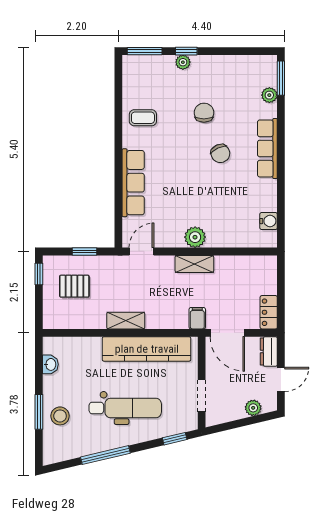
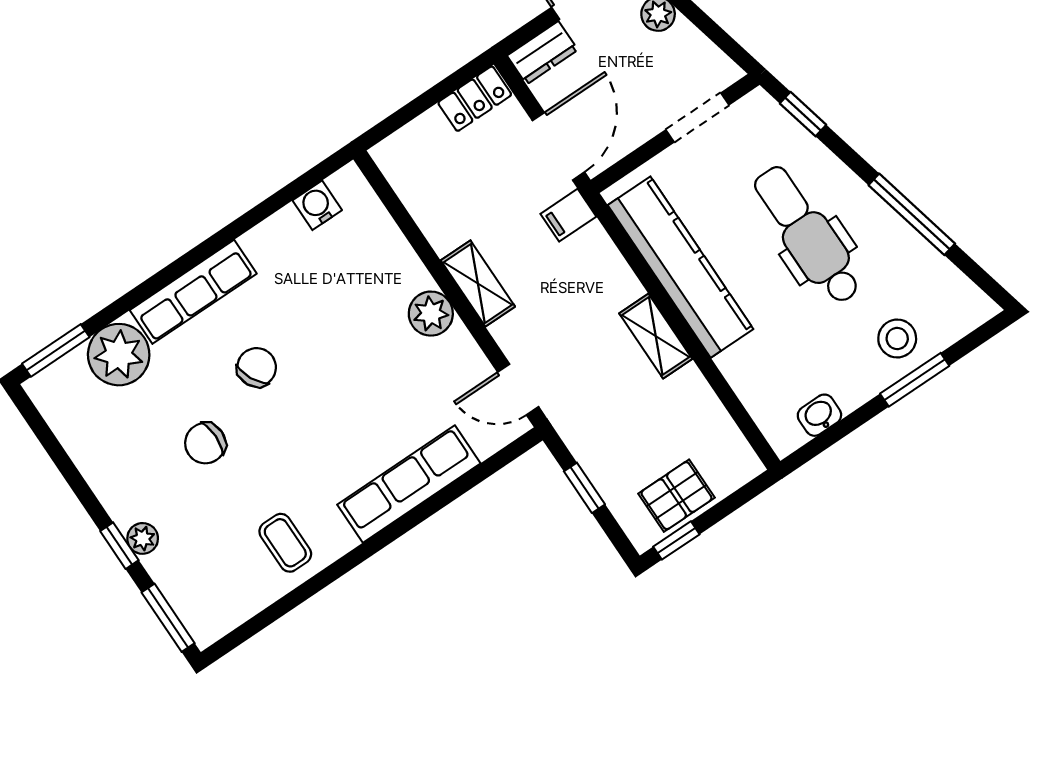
plant: (269, 95) -> (119, 355), width x1.88, depth x1.88
pallet: (74, 286) -> (676, 496), moved, turned 90

